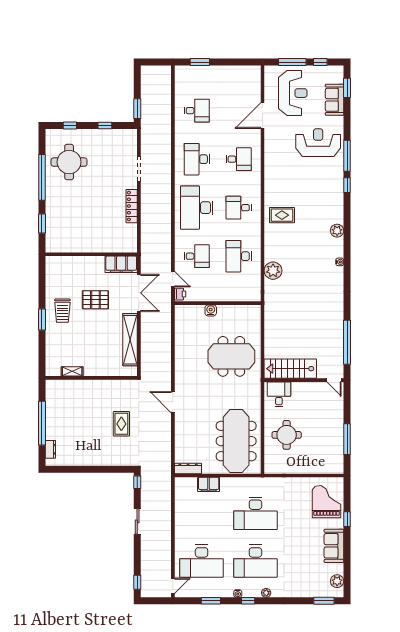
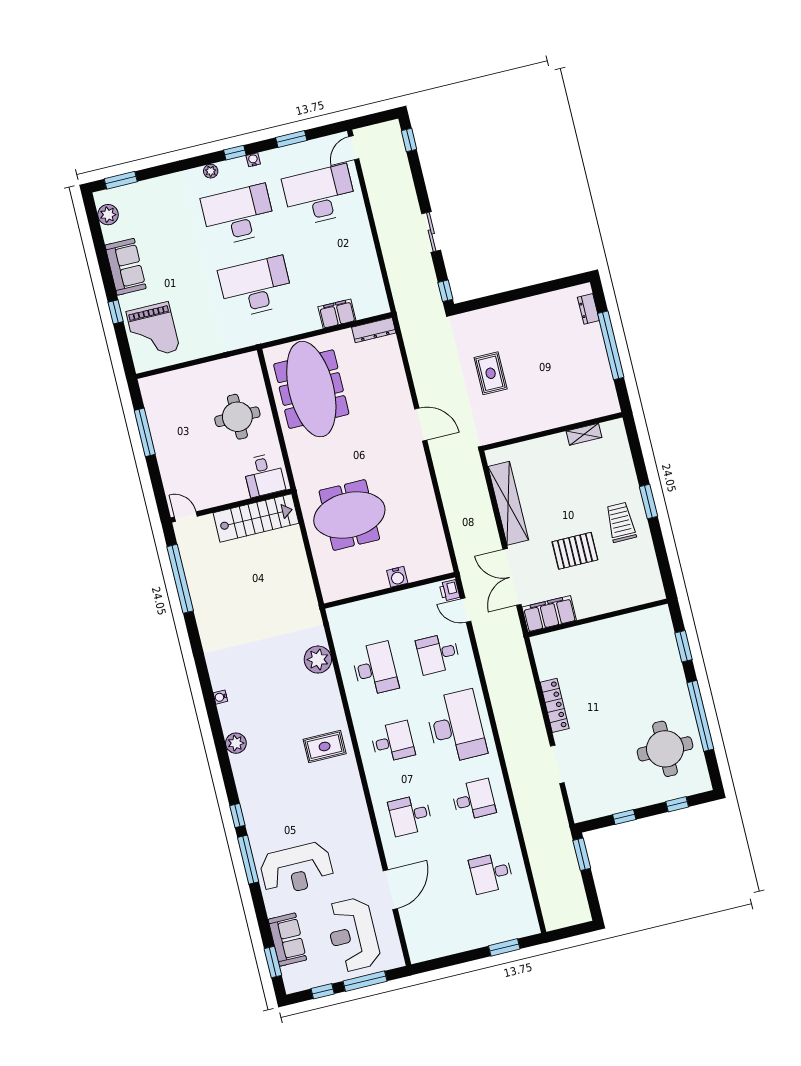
desk: (197, 159) -> (473, 800), width x0.73

